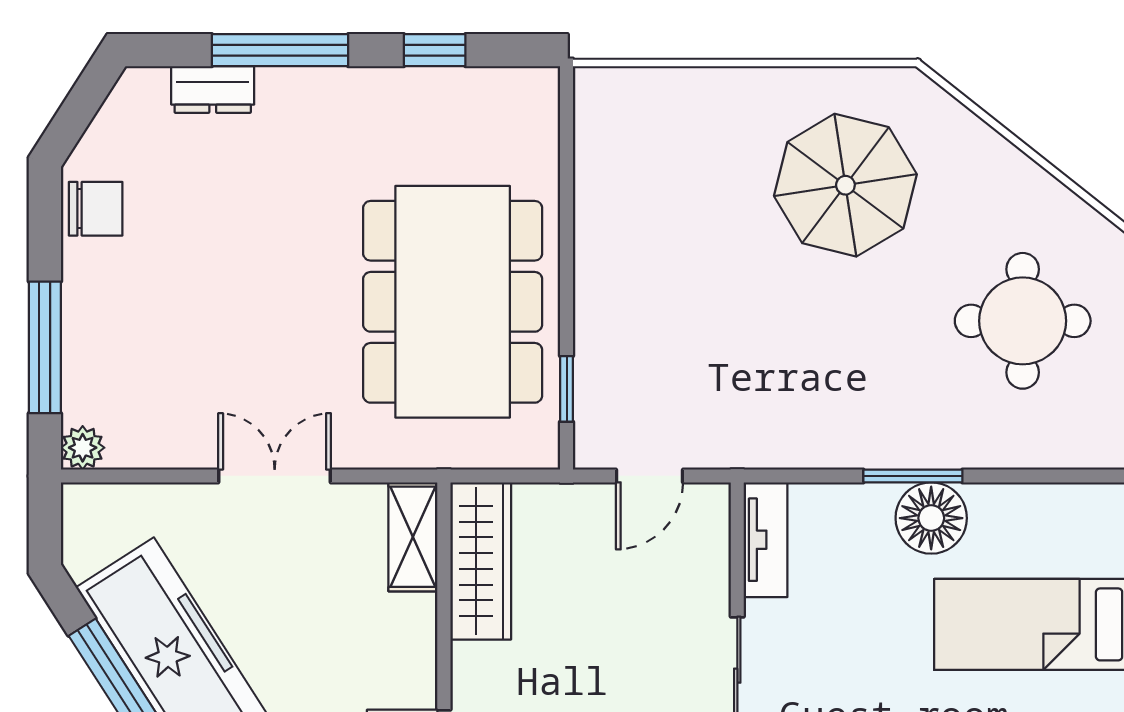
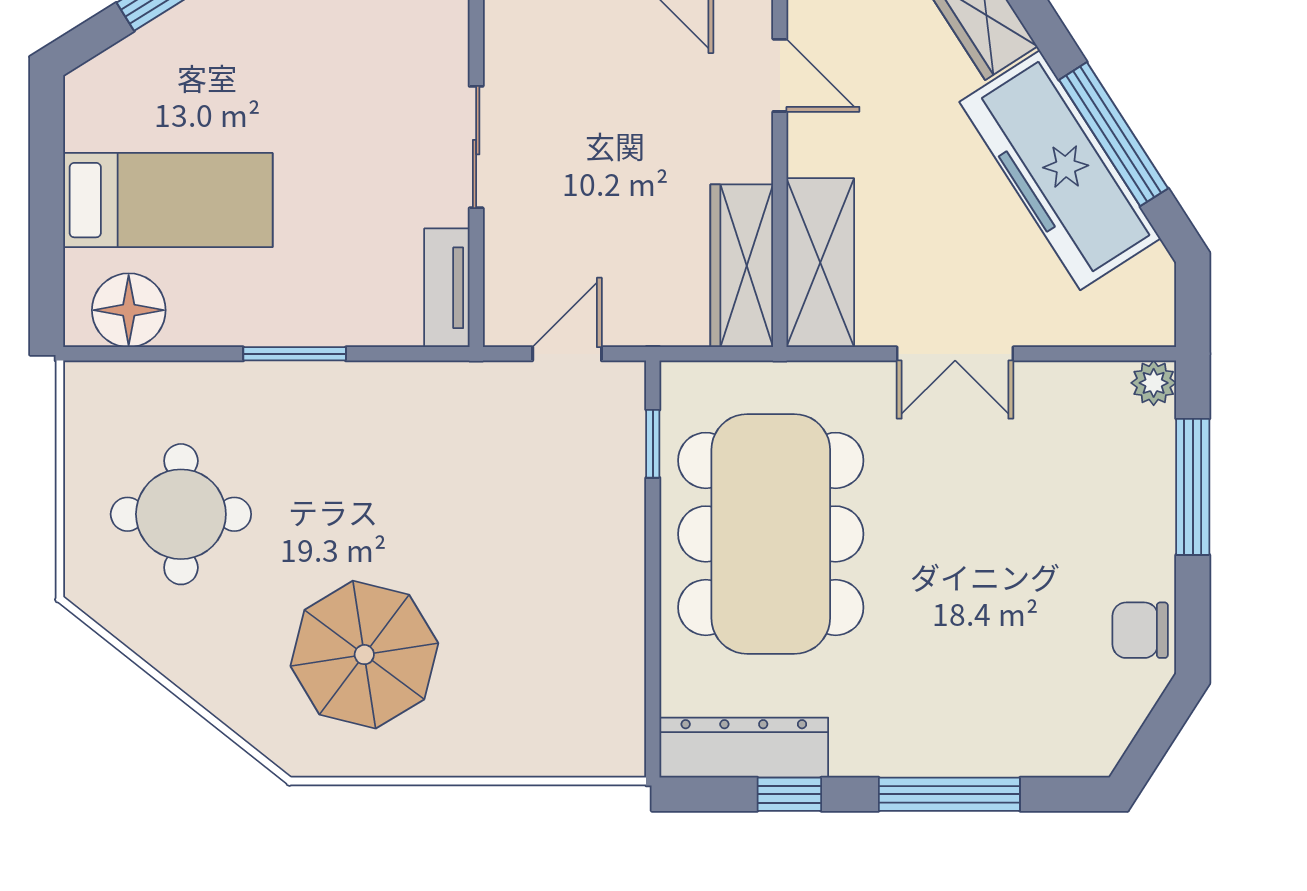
dresser: (213, 90) -> (744, 748), moved, width x1.96, depth x1.24
floor lamp: (931, 518) -> (129, 310), moved
shelving: (413, 537) -> (820, 263), width x1.50, depth x1.33

